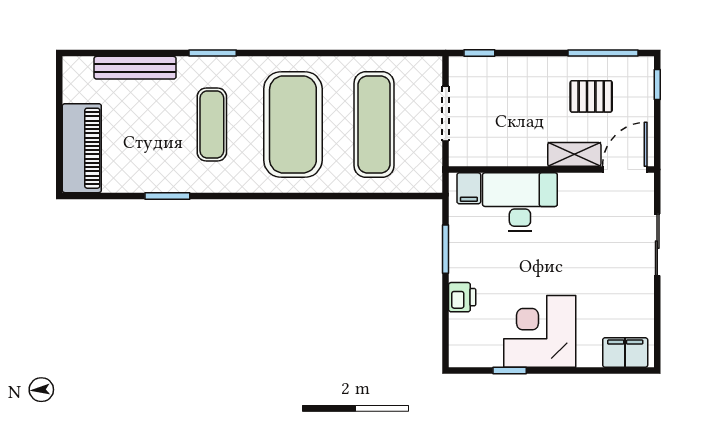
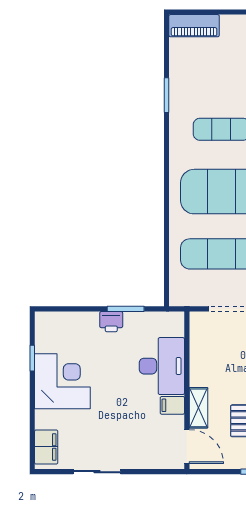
piano: (82, 148) -> (194, 26), width x0.73, depth x0.75
filing cabinet: (469, 188) -> (172, 405), moved
sliding door: (657, 245) -> (97, 472), moved
printer: (462, 297) -> (111, 322), moved

